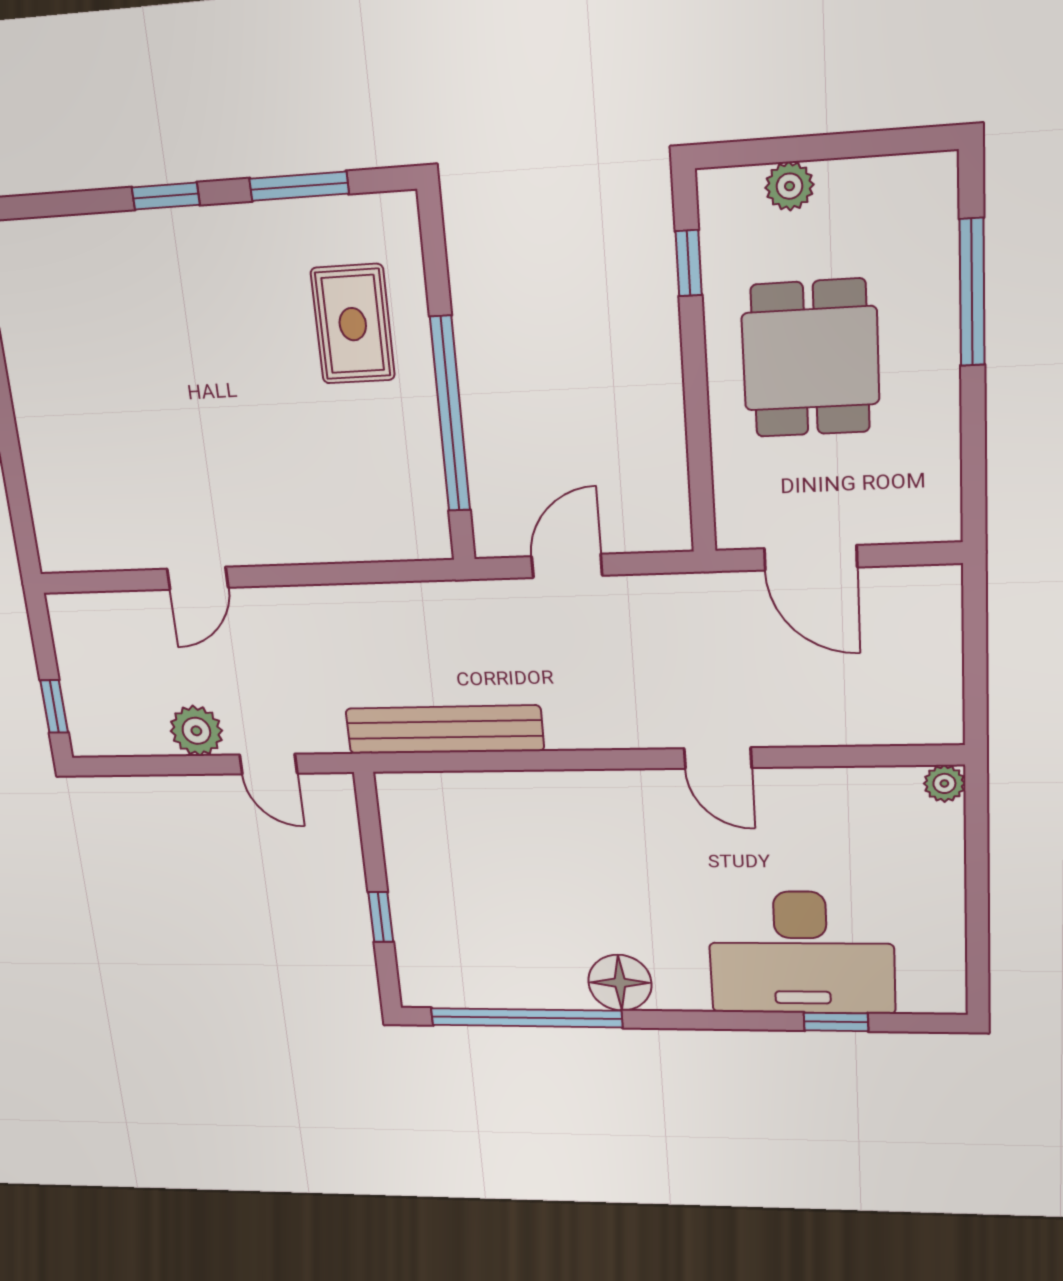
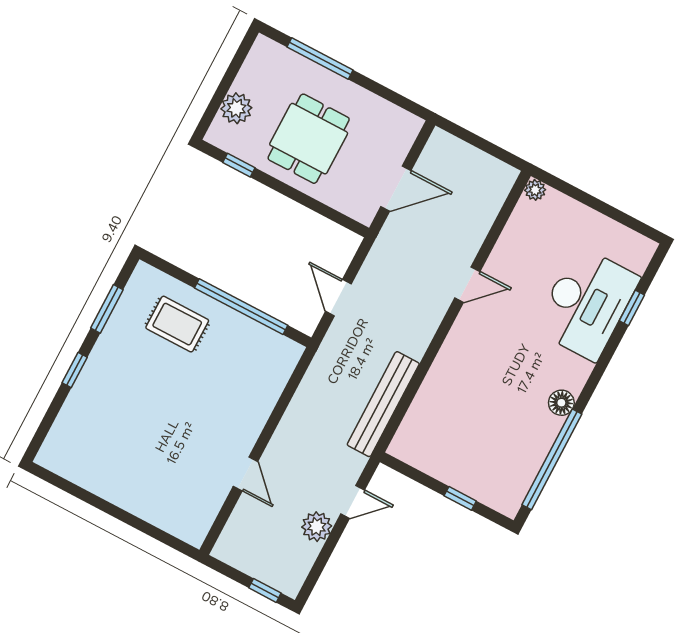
plant: (790, 186) -> (236, 108), width x1.38, depth x1.38
dining table: (810, 359) -> (309, 139), turned 90
floor lamp: (620, 983) -> (561, 403), width x0.73, depth x0.73

